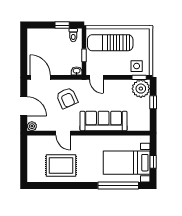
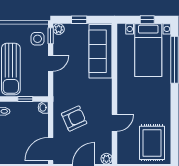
door: (96, 77) -> (51, 63), moved
plant: (141, 89) -> (59, 29), width x0.53, depth x0.53
sofa: (104, 121) -> (101, 51), moved
rug: (61, 166) -> (152, 143), moved

